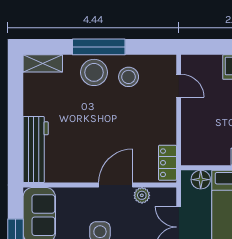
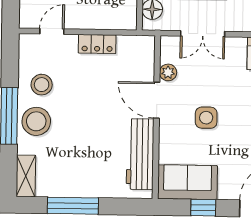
window: (15, 108) -> (73, 206), added
workbench: (36, 150) -> (140, 154), moved, turned -90
locker: (167, 163) -> (97, 44), moved

